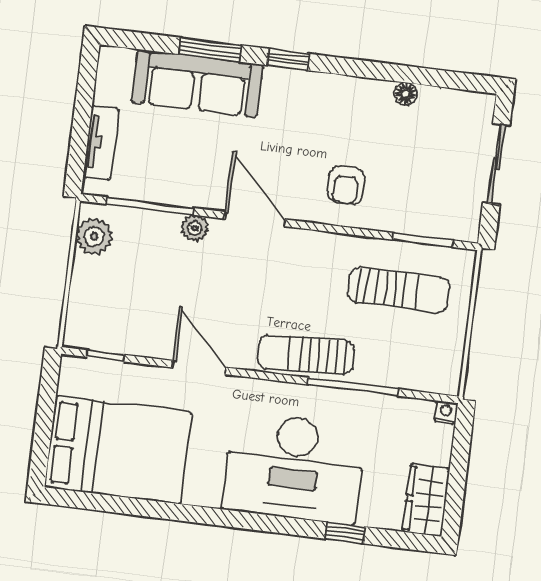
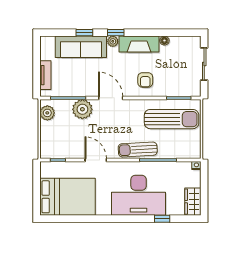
window: (210, 50) -> (84, 33), width x0.67
plant: (278, 80) -> (113, 41), added
fireplace: (342, 95) -> (139, 44), added
plant: (195, 228) -> (82, 109), width x1.88, depth x1.88
sun lounger: (399, 290) -> (172, 119), width x1.36, depth x1.34

